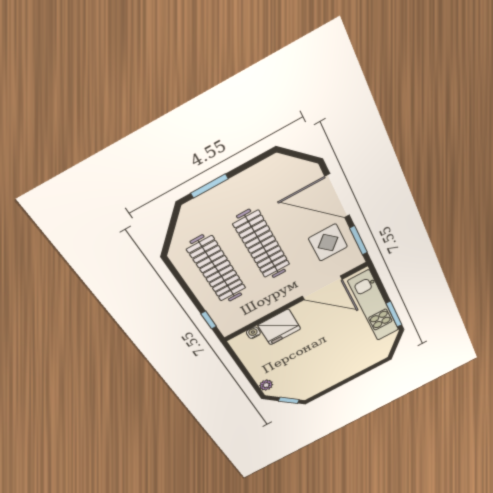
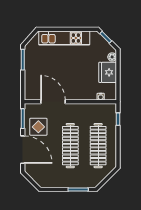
kitchen unit: (374, 306) -> (64, 38), moved, turned 90
fridge: (279, 327) -> (108, 72), moved, turned -90

